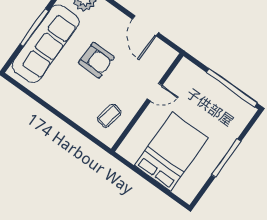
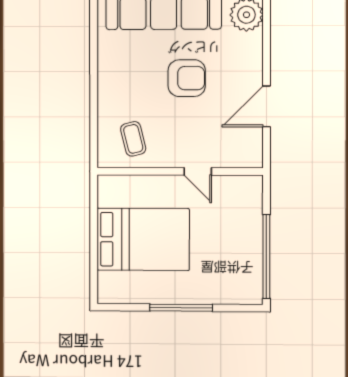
armchair: (96, 60) -> (187, 78), turned -90
coffee table: (109, 116) -> (133, 139), turned 65

